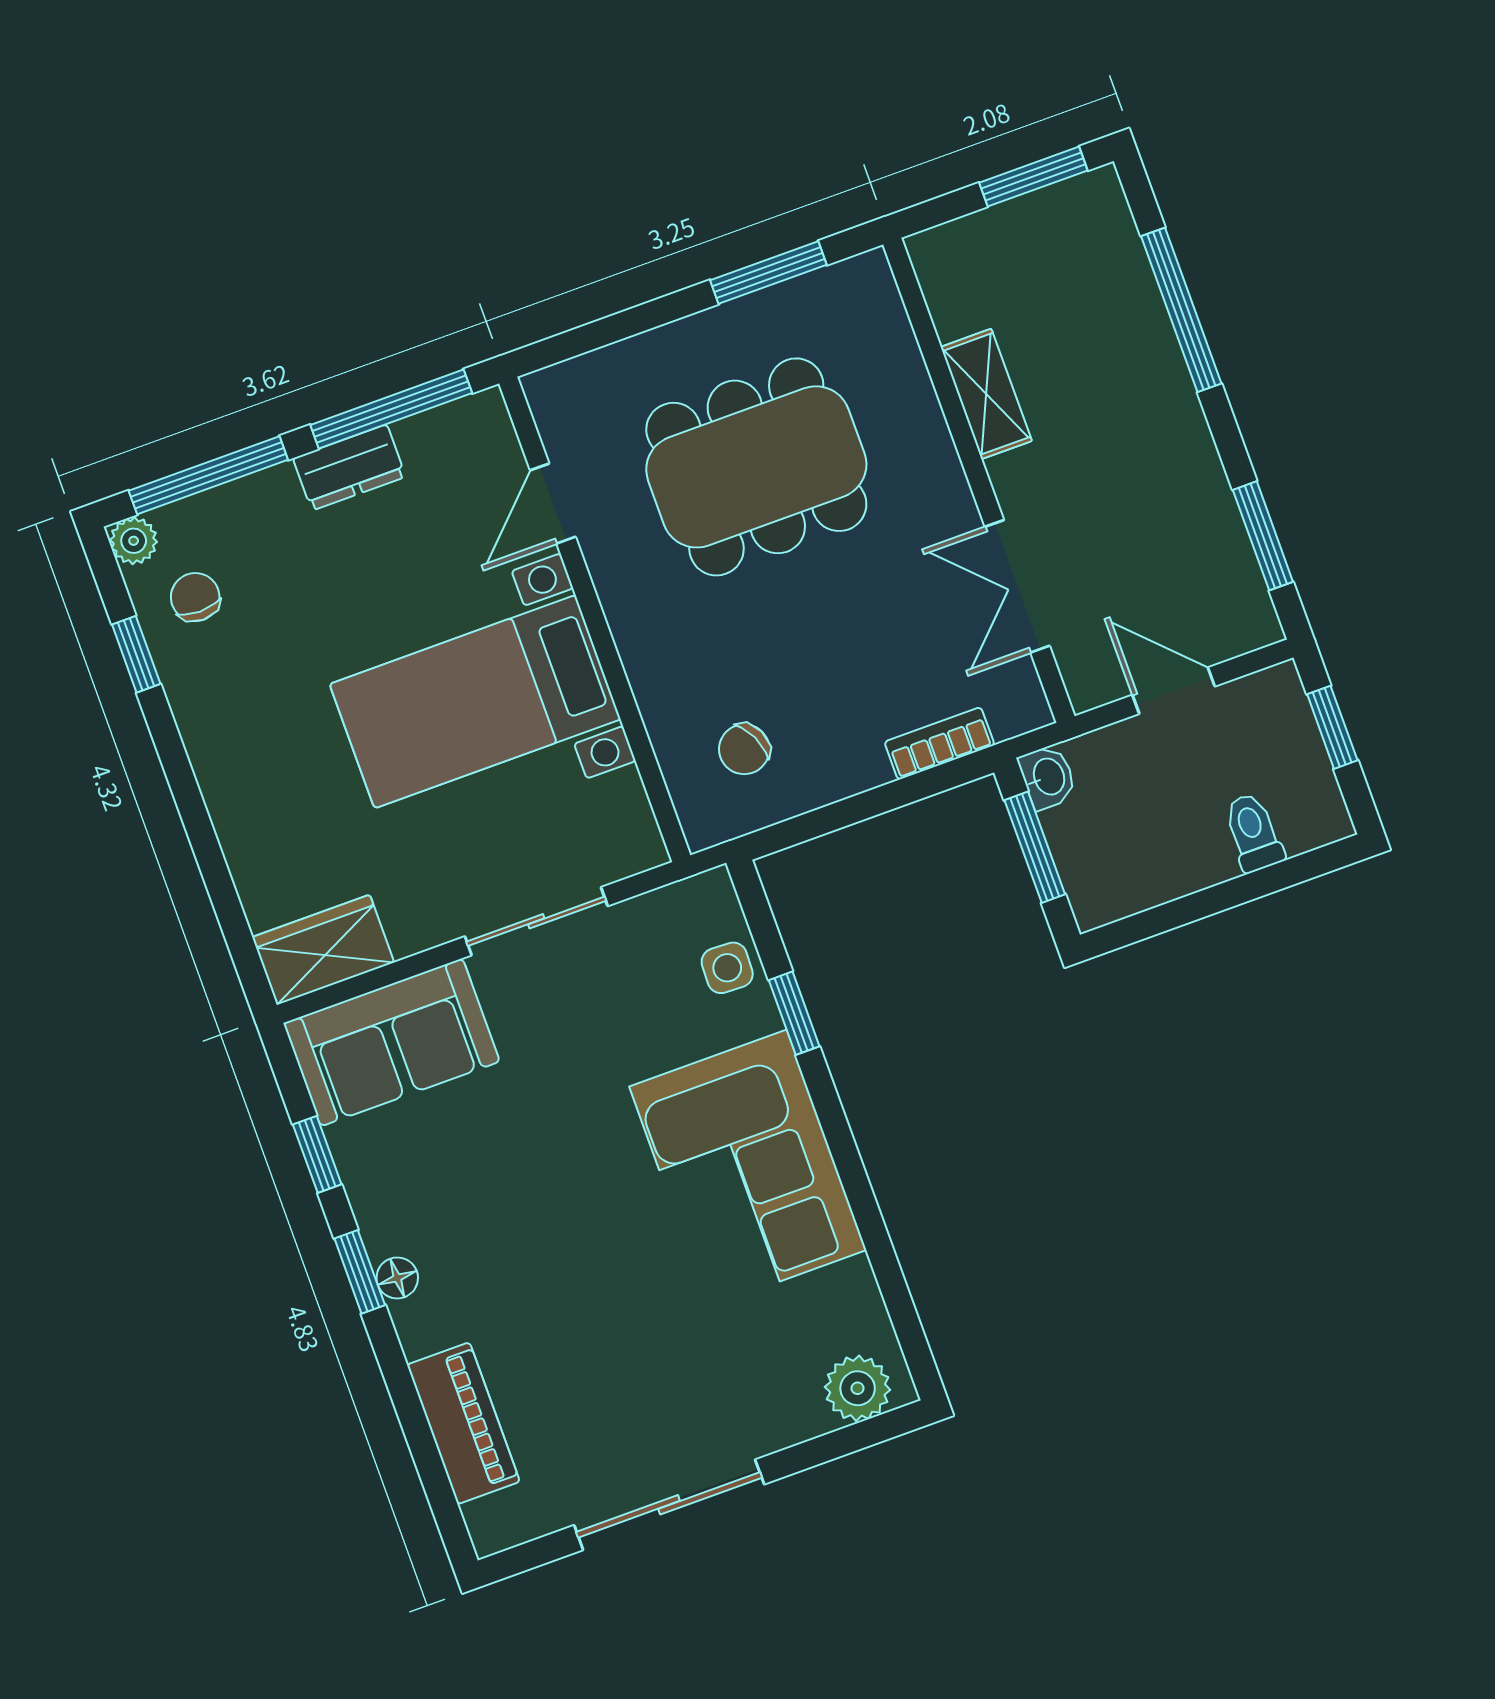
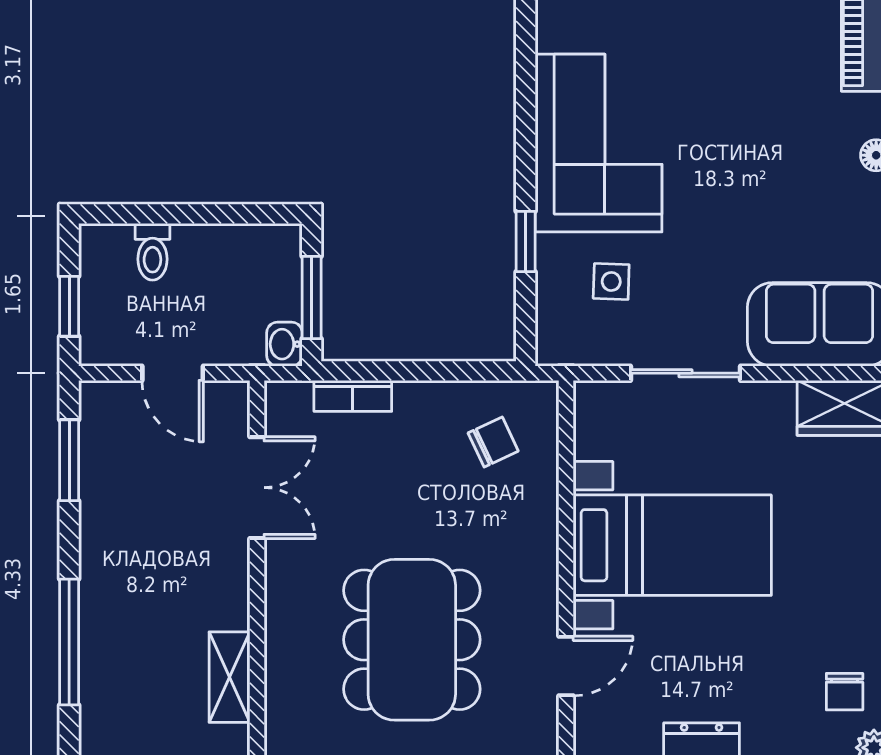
shelving: (986, 394) -> (229, 677), moved
dining table: (756, 467) -> (412, 640), turned 90
side table: (727, 968) -> (611, 281), moved

